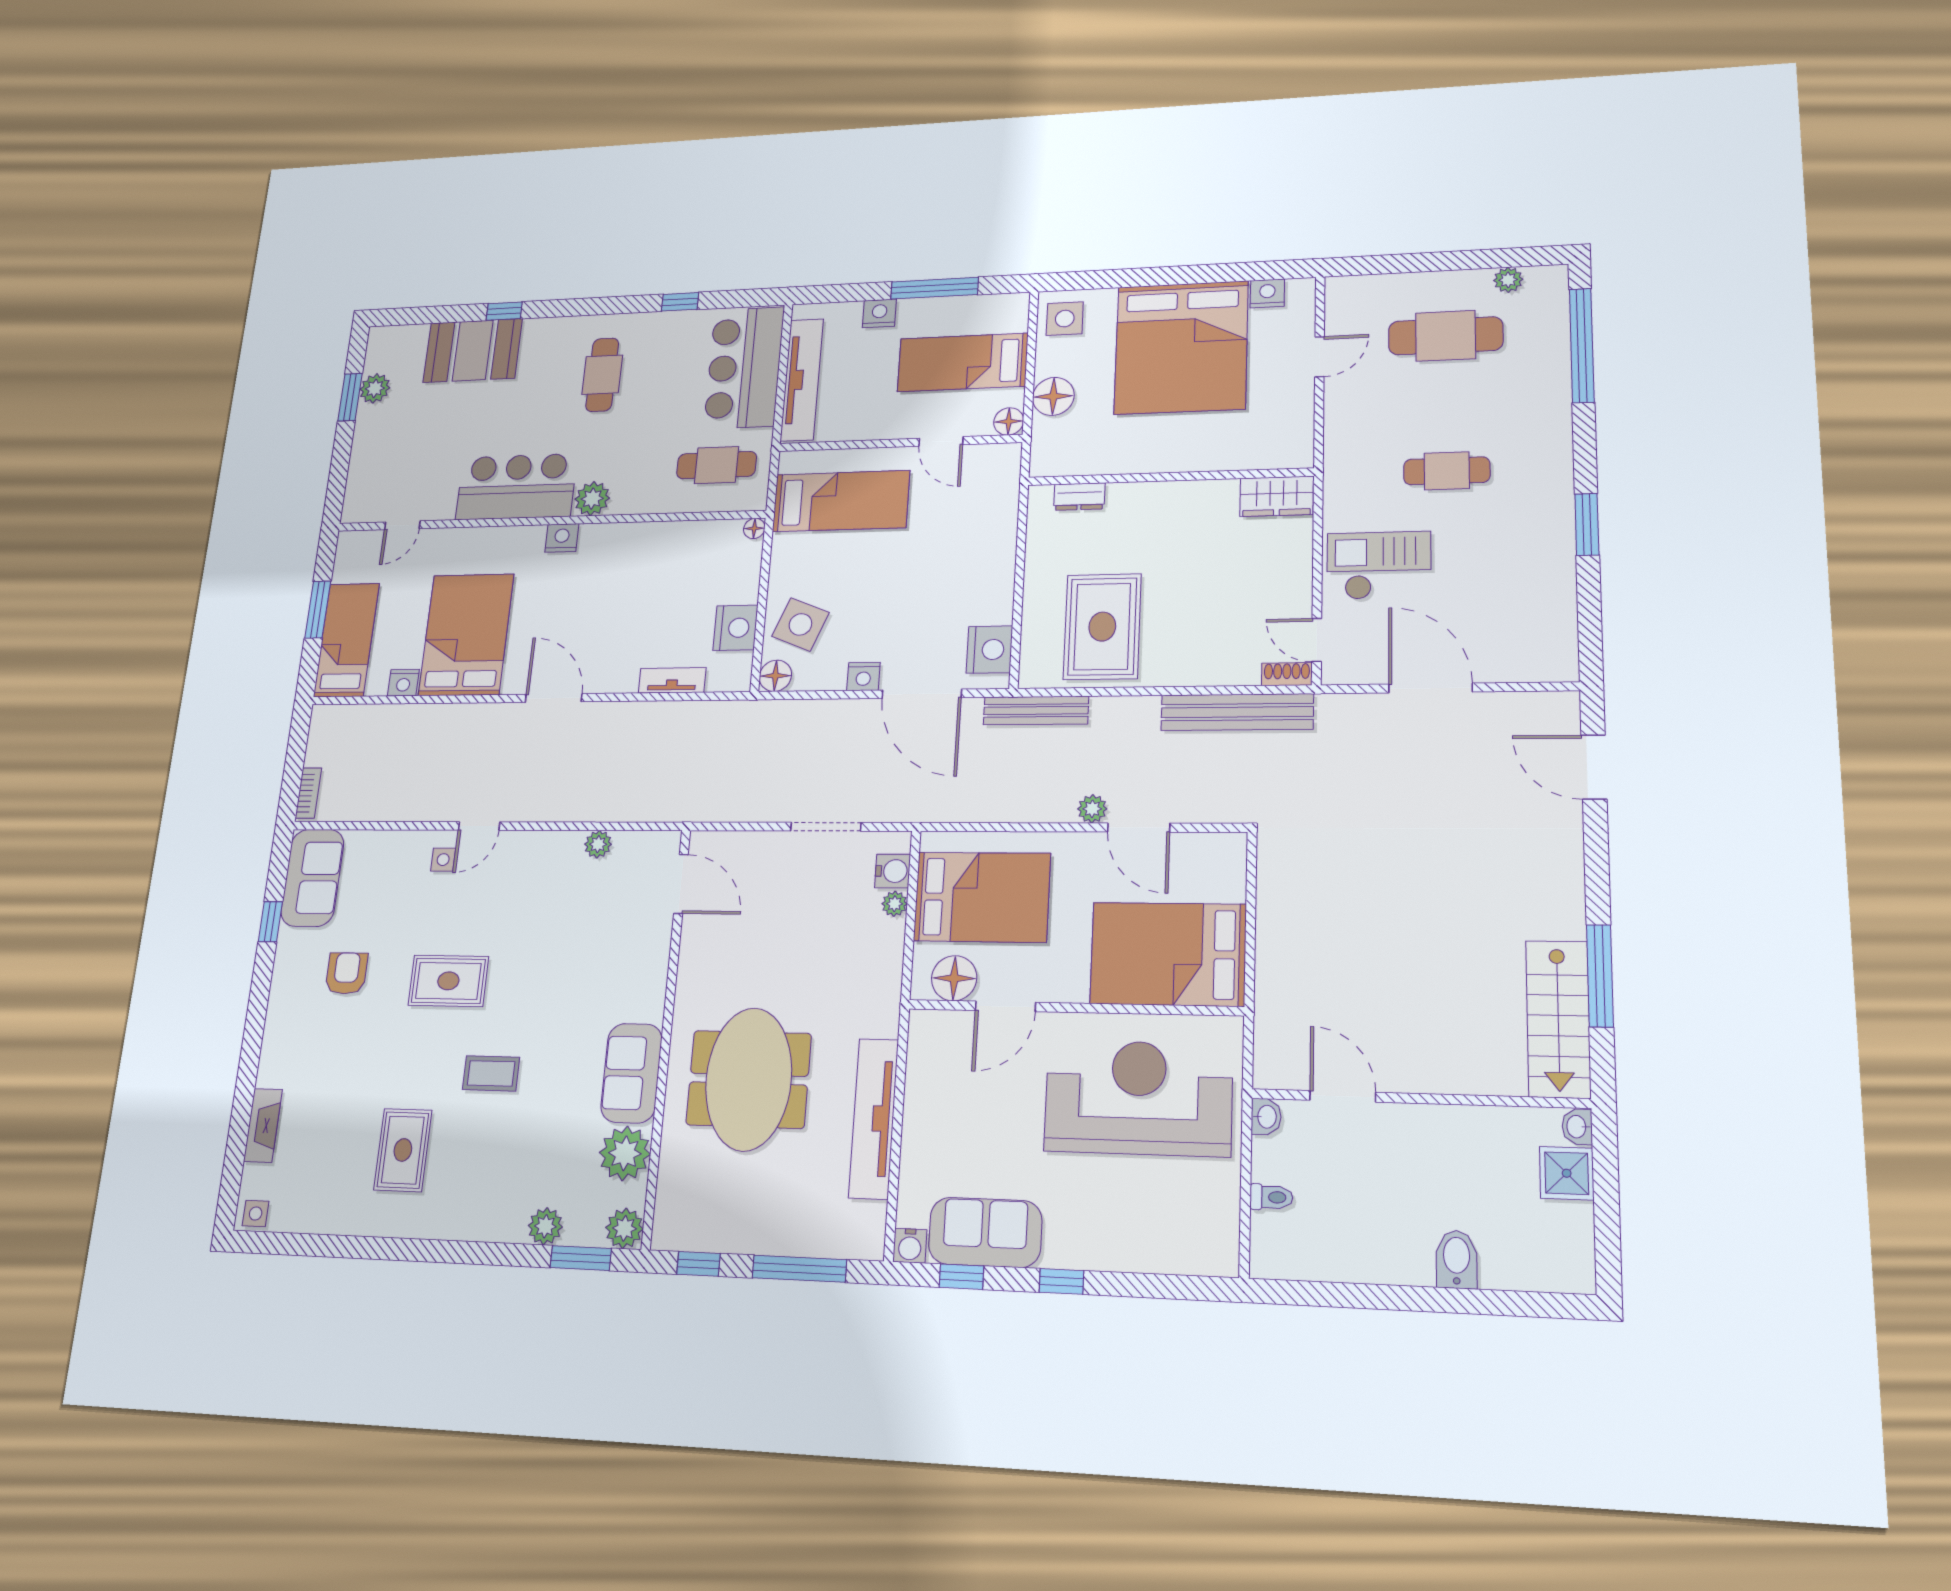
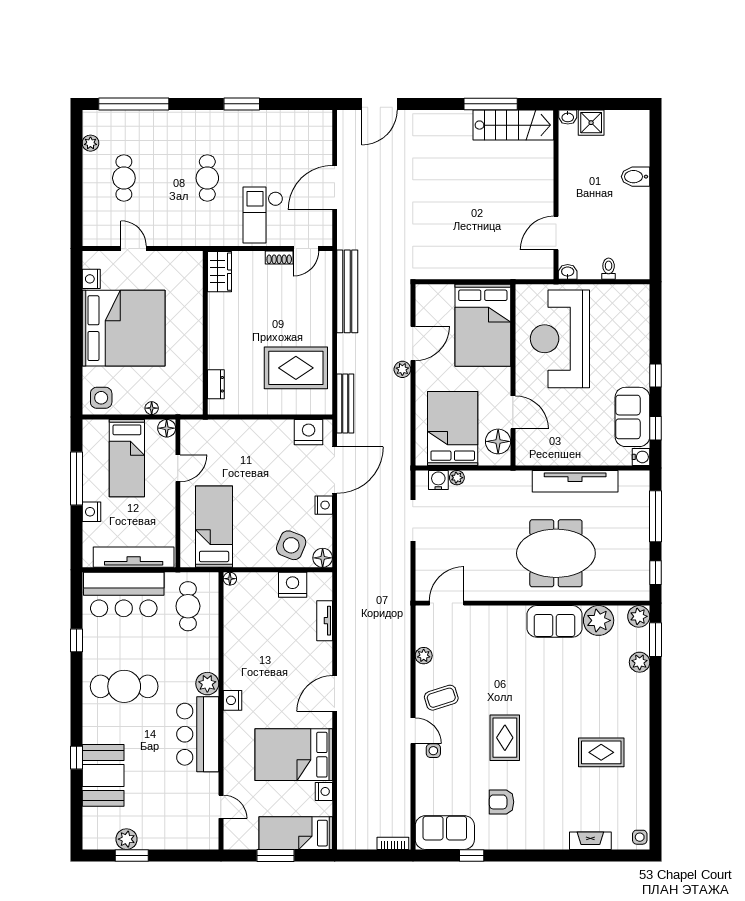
cafe table: (1446, 336) -> (124, 178), width x0.73, depth x0.74
cafe table: (602, 375) -> (124, 686), width x1.37, depth x1.35
floor lamp: (1053, 396) -> (152, 408), width x0.53, depth x0.53
shoe rack: (1287, 674) -> (279, 258), moved, turned -90
coffee table: (491, 1073) -> (441, 698), moved, turned 72

